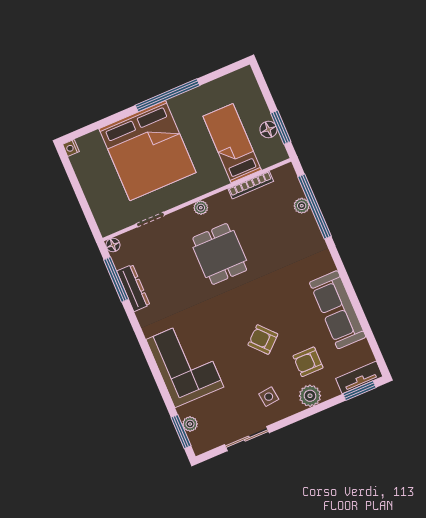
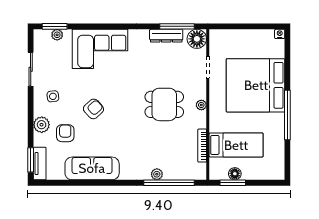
plant: (302, 206) -> (157, 174), moved
floor lamp: (113, 245) -> (197, 39), width x1.89, depth x1.89

